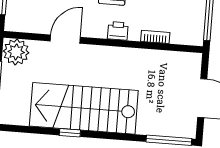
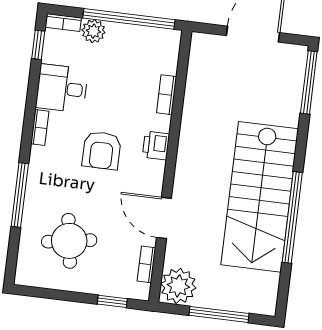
bookcase: (31, 28) -> (146, 264), added
window: (70, 133) -> (292, 217), width x3.17

